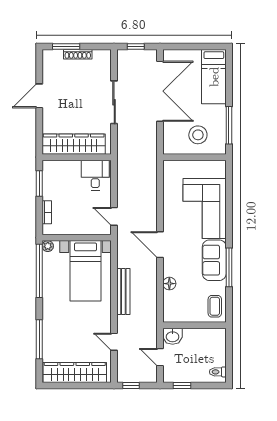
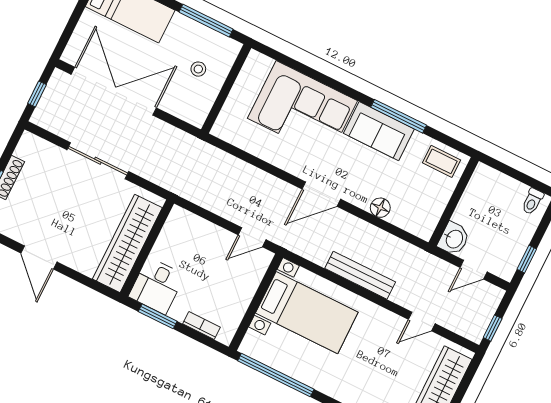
stool: (198, 135) -> (198, 69), width x0.53, depth x0.53
desk: (95, 175) -> (157, 286), moved, turned -90
plant: (48, 246) -> (248, 347), removed

